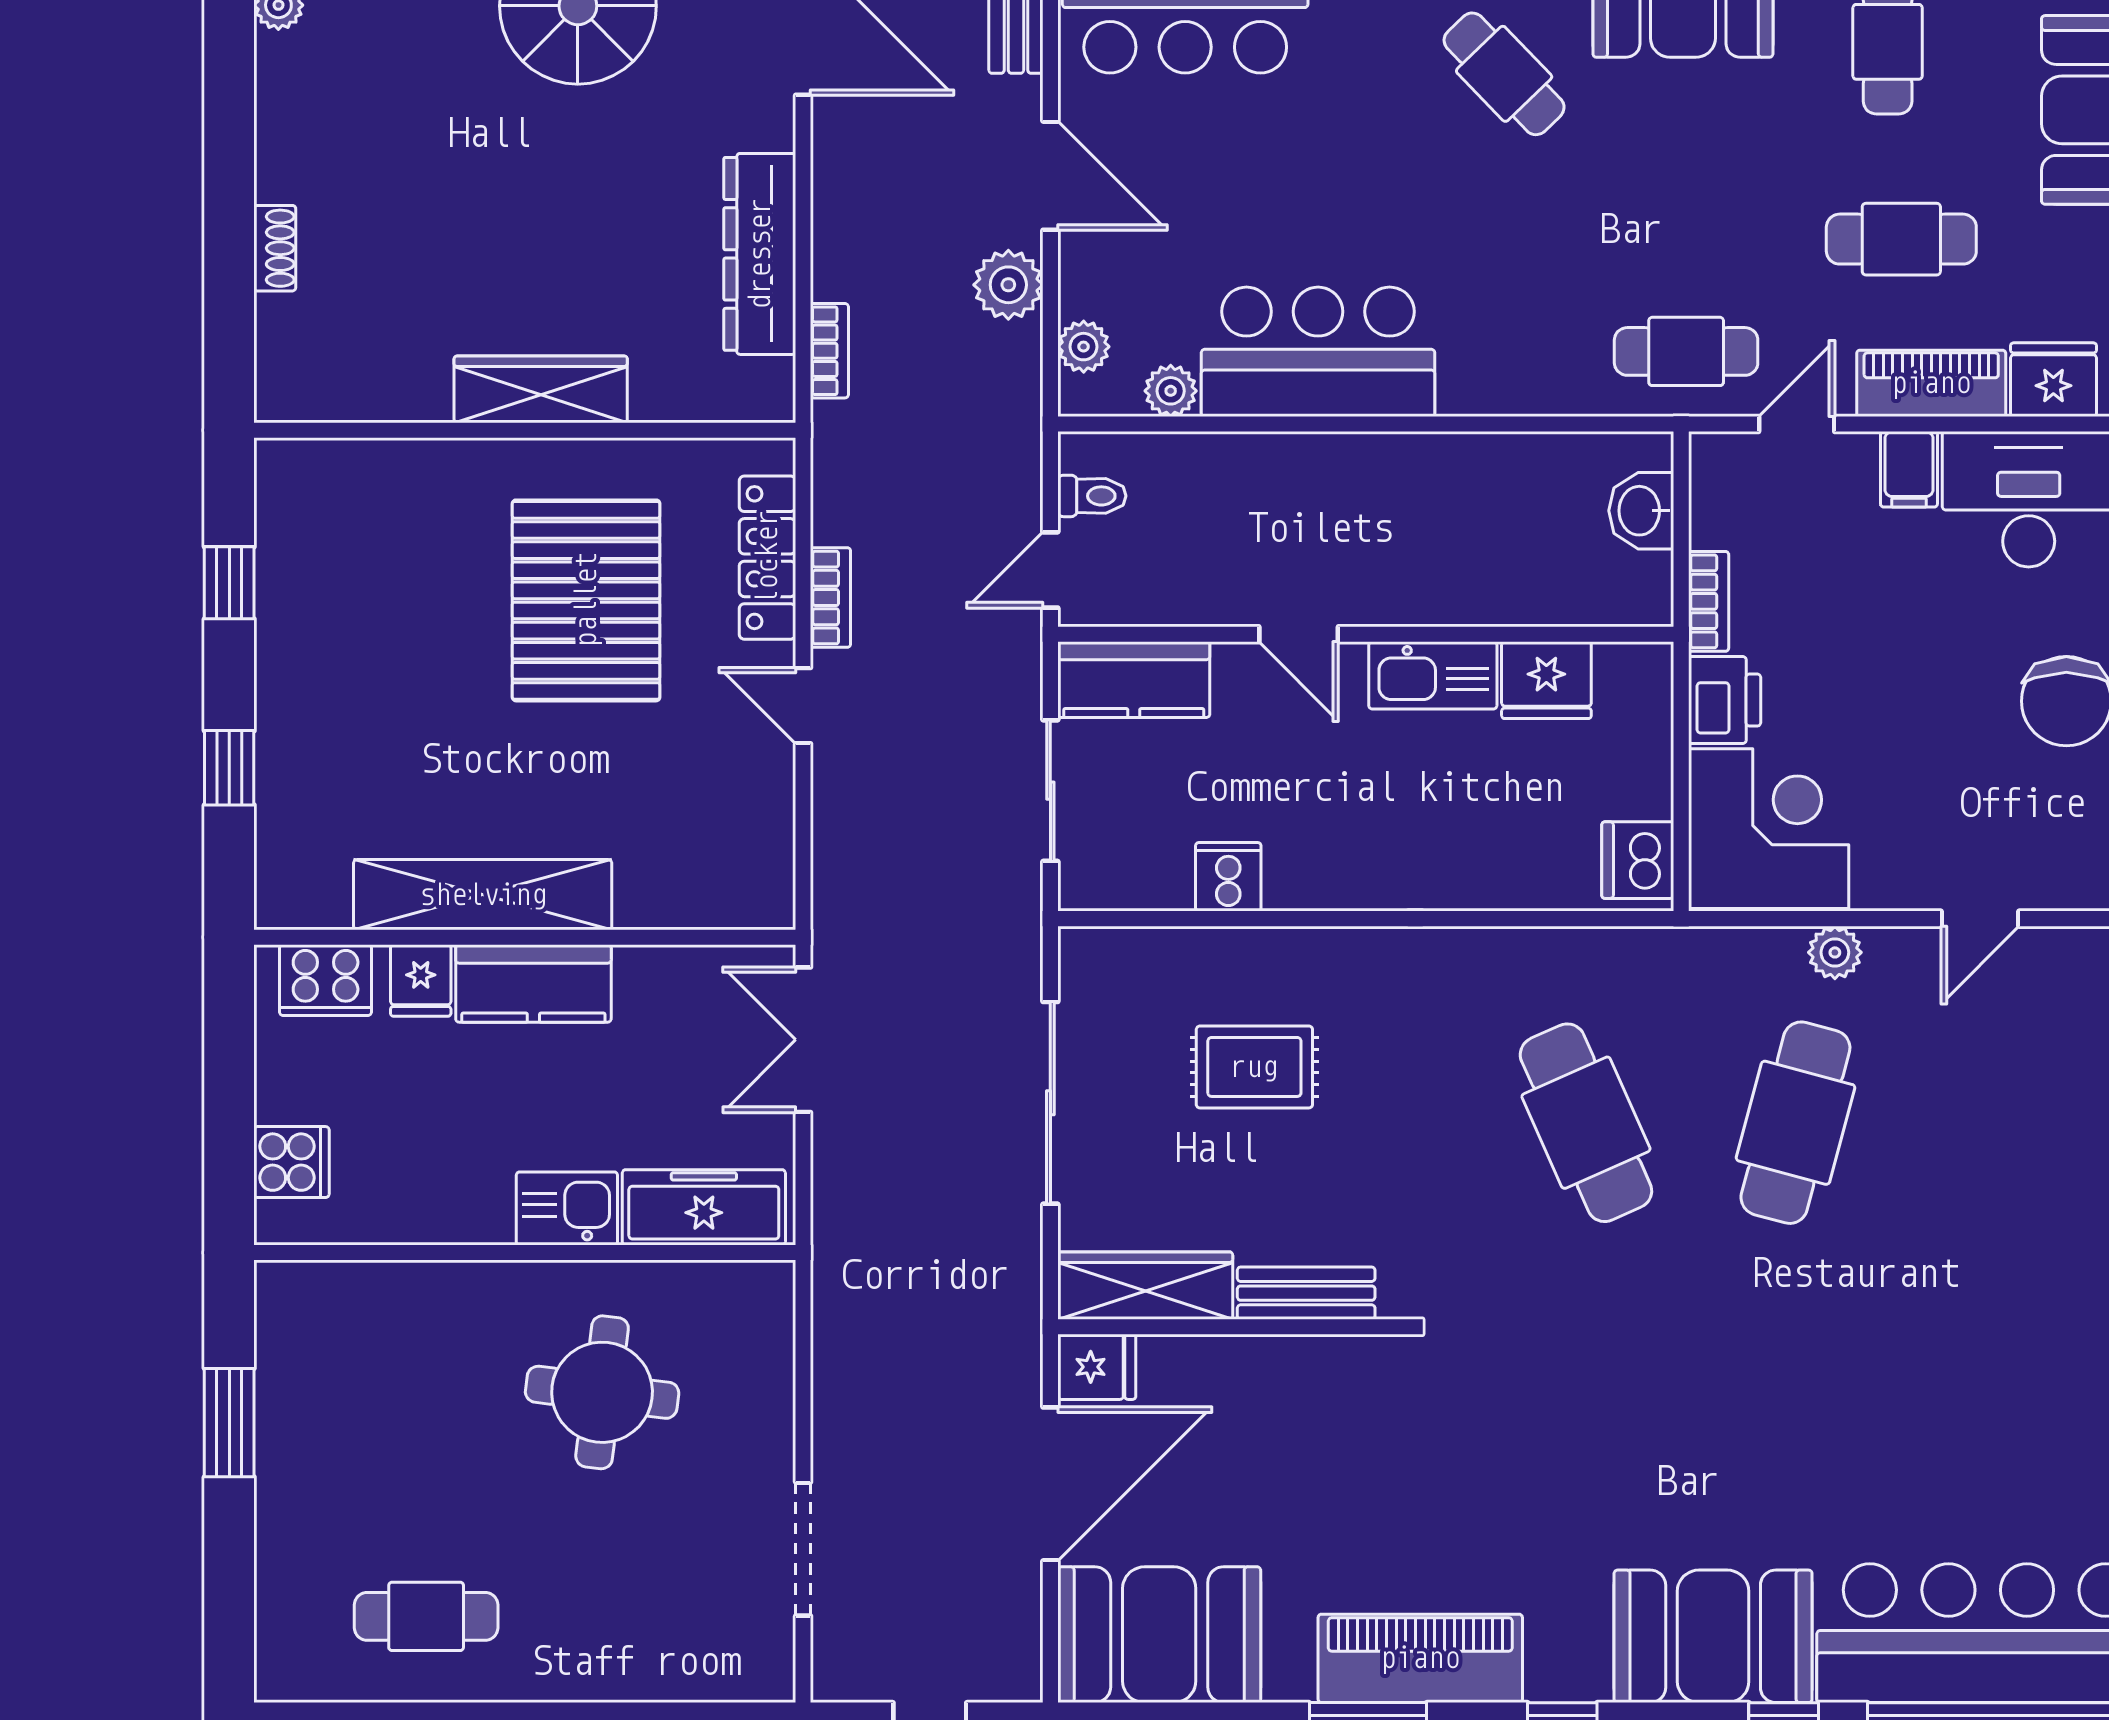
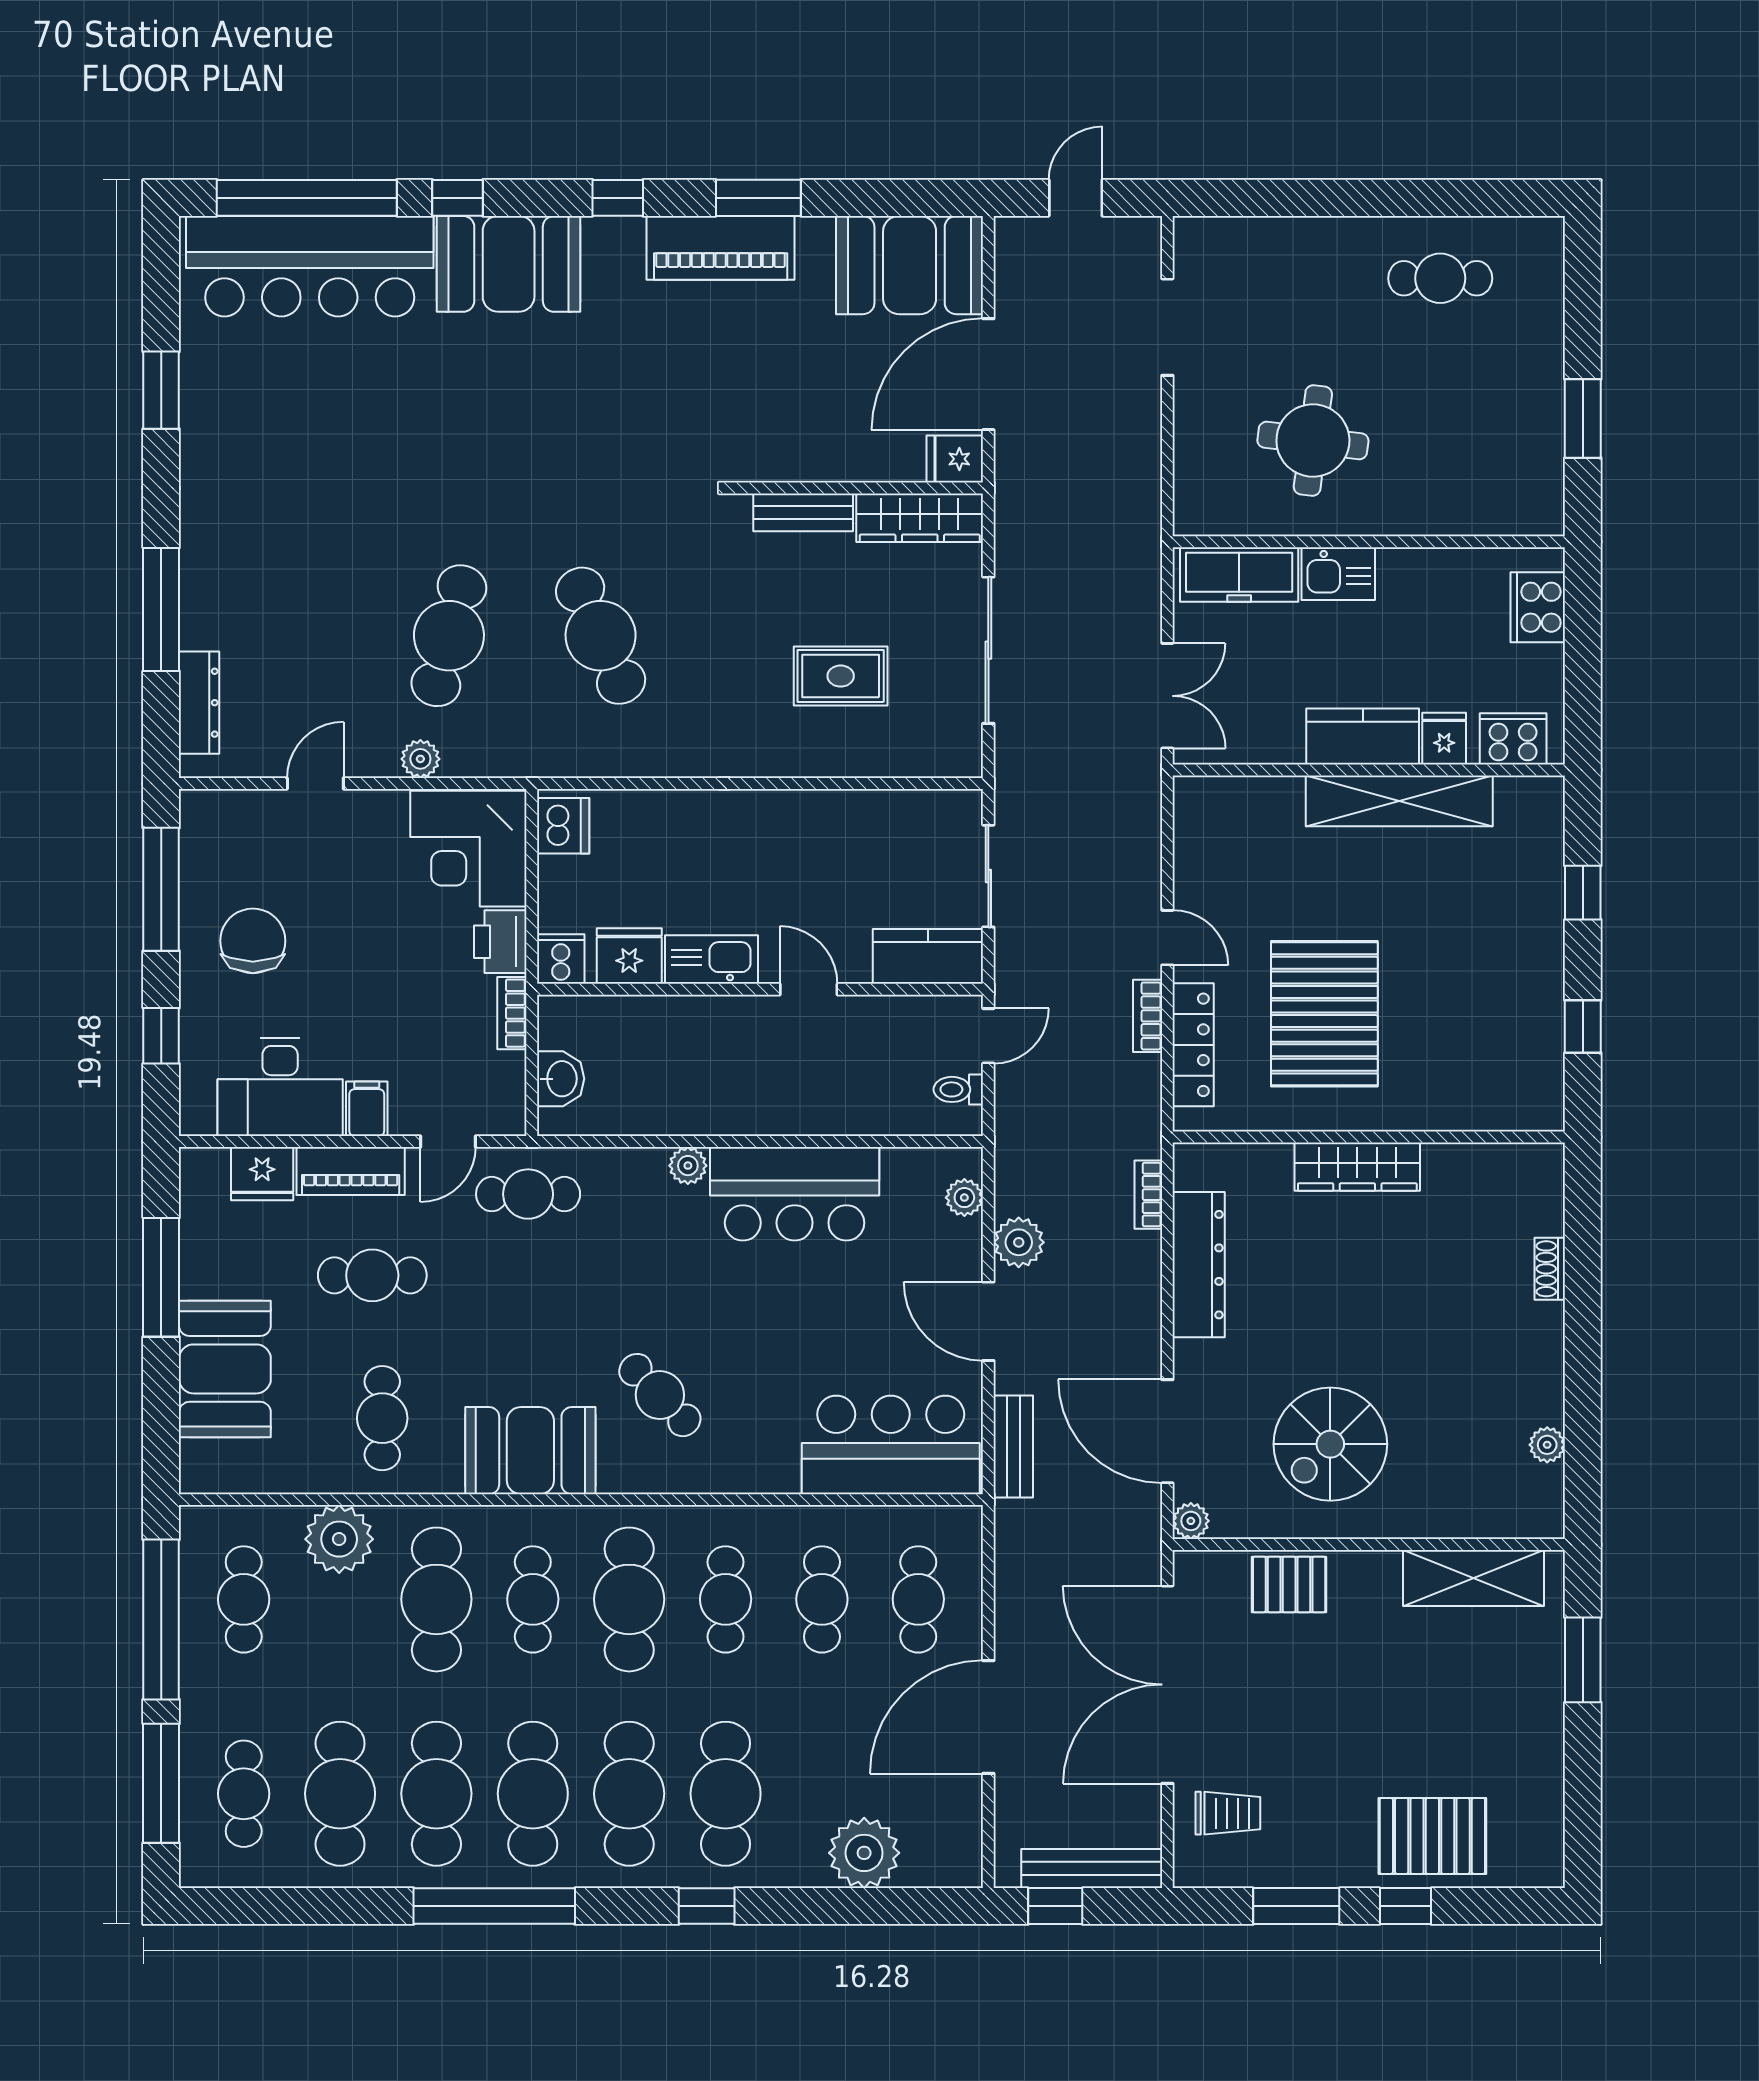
plant: (1171, 391) -> (688, 1166), moved
cooker: (1228, 877) -> (561, 959), moved, turned 180
cooker: (291, 1162) -> (1538, 607), width x1.36

